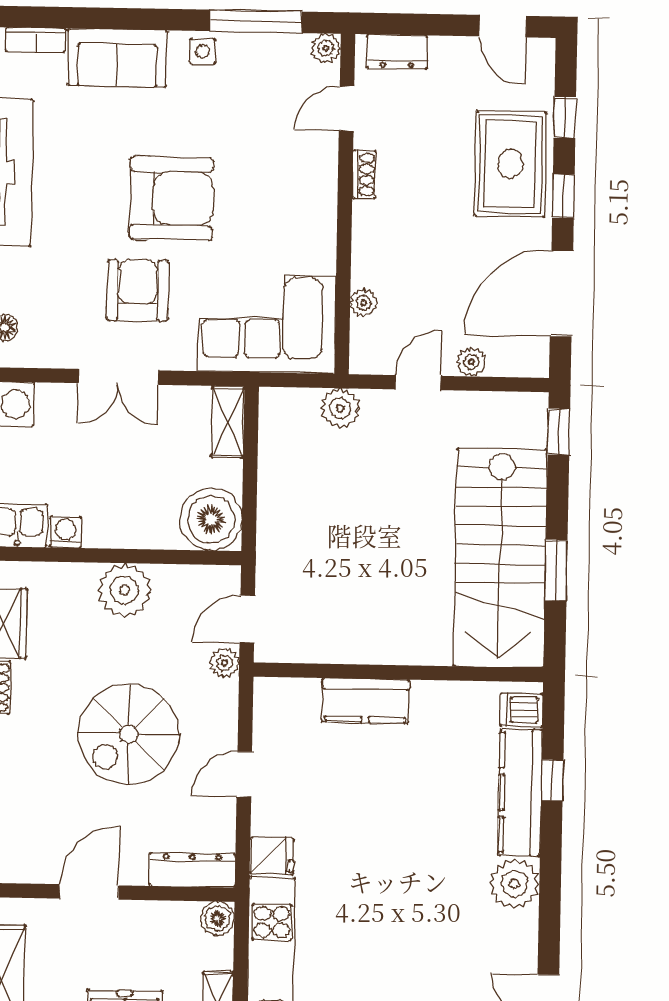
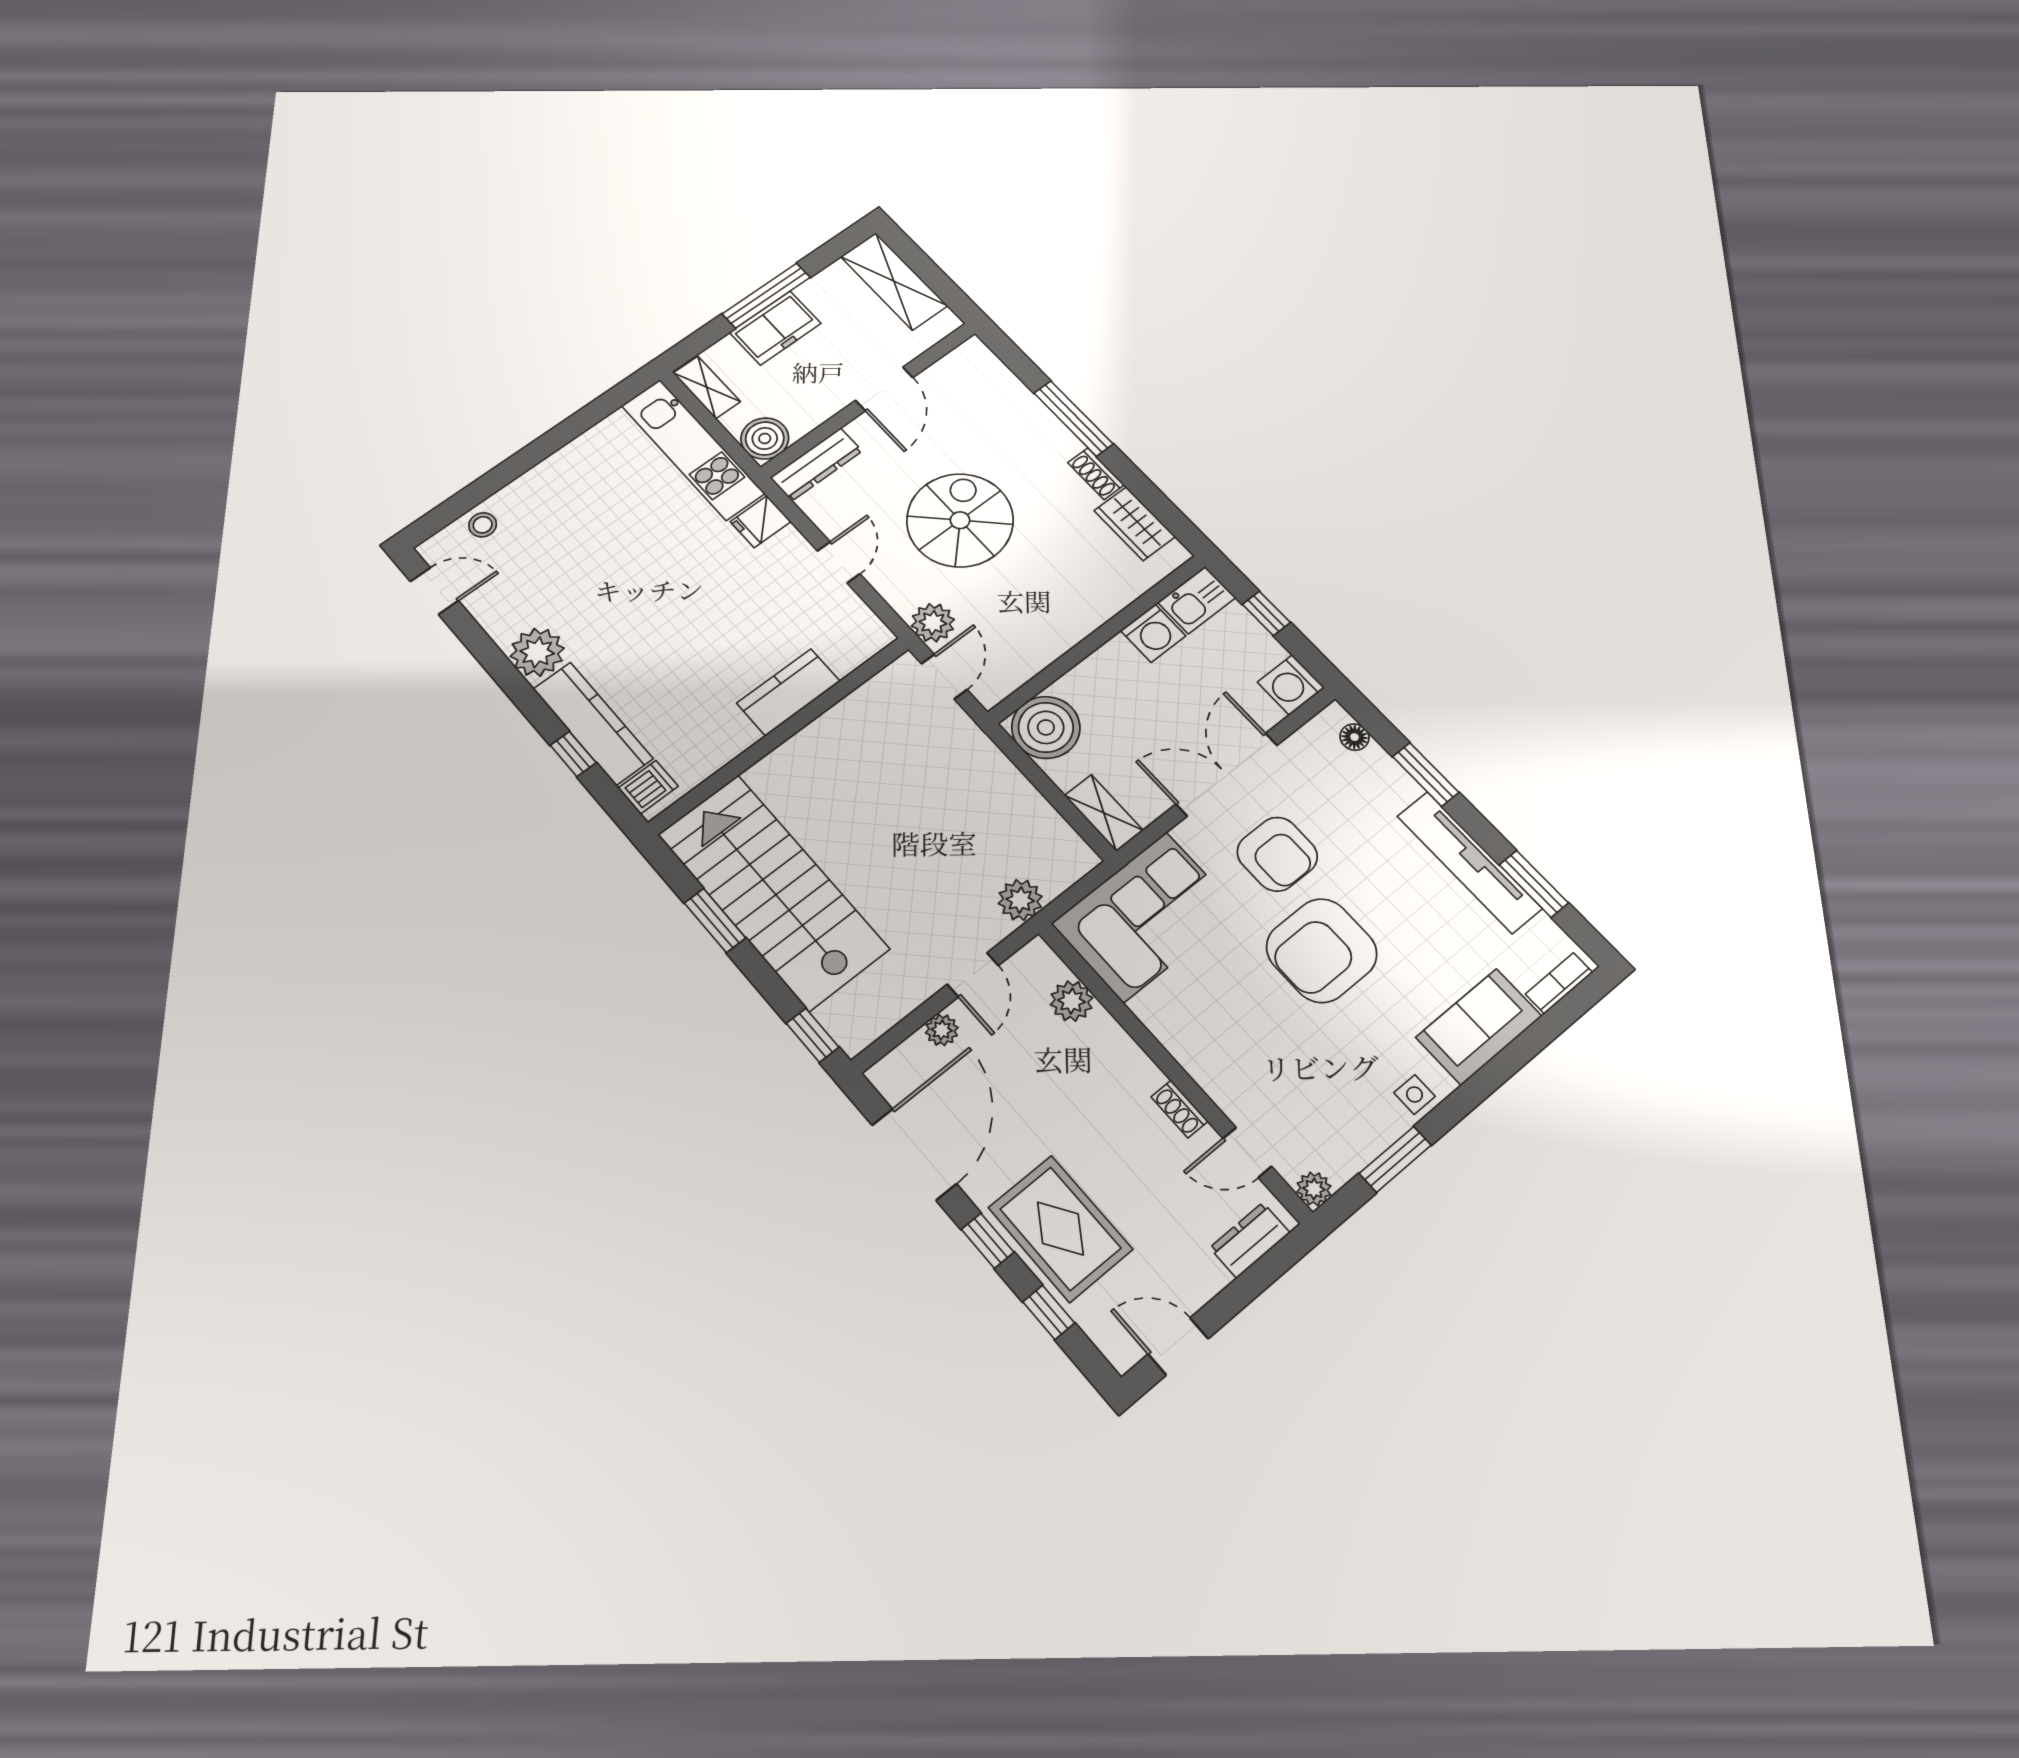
window: (256, 21) -> (1395, 1159), width x0.69
door: (347, 108) -> (1247, 1152), swing flipped
plant: (364, 303) -> (1072, 1001), width x1.38, depth x1.38
double door: (118, 377) -> (1227, 774), width x1.37
washing machine: (66, 532) -> (1153, 633), width x1.38, depth x1.38
plant: (124, 590) -> (1065, 620), removed
plant: (224, 663) -> (933, 623), width x1.38, depth x1.38
boiler: (218, 918) -> (765, 438), width x1.36, depth x1.36

